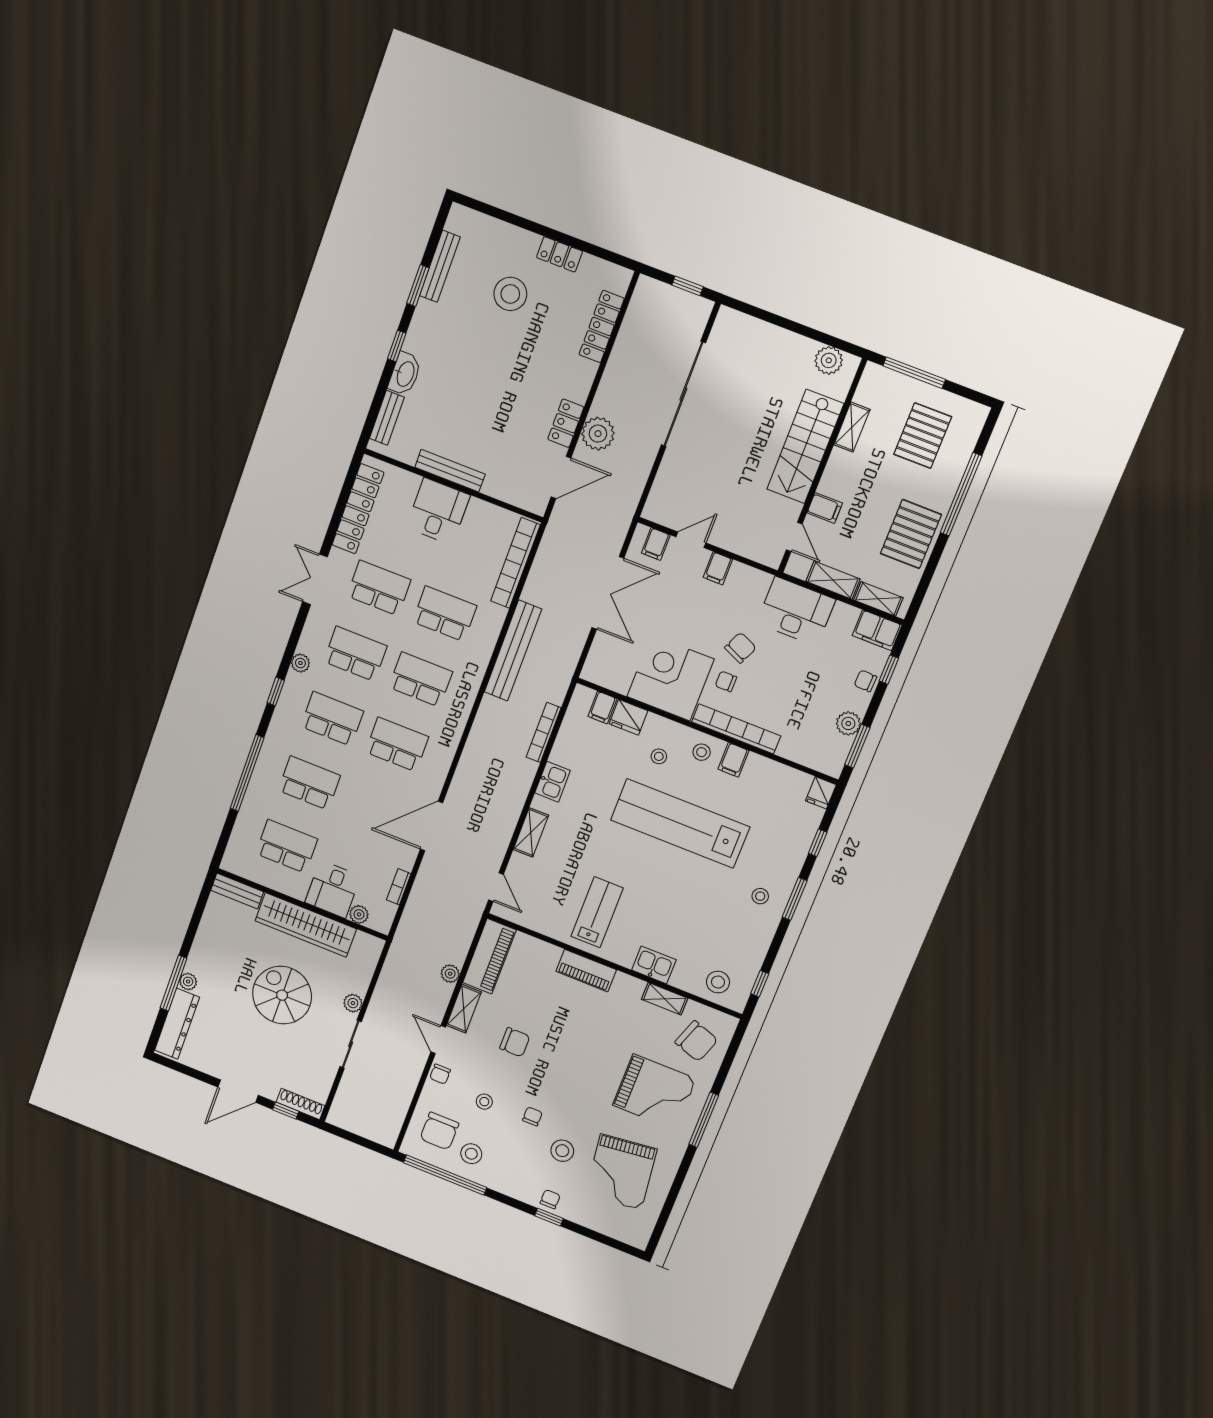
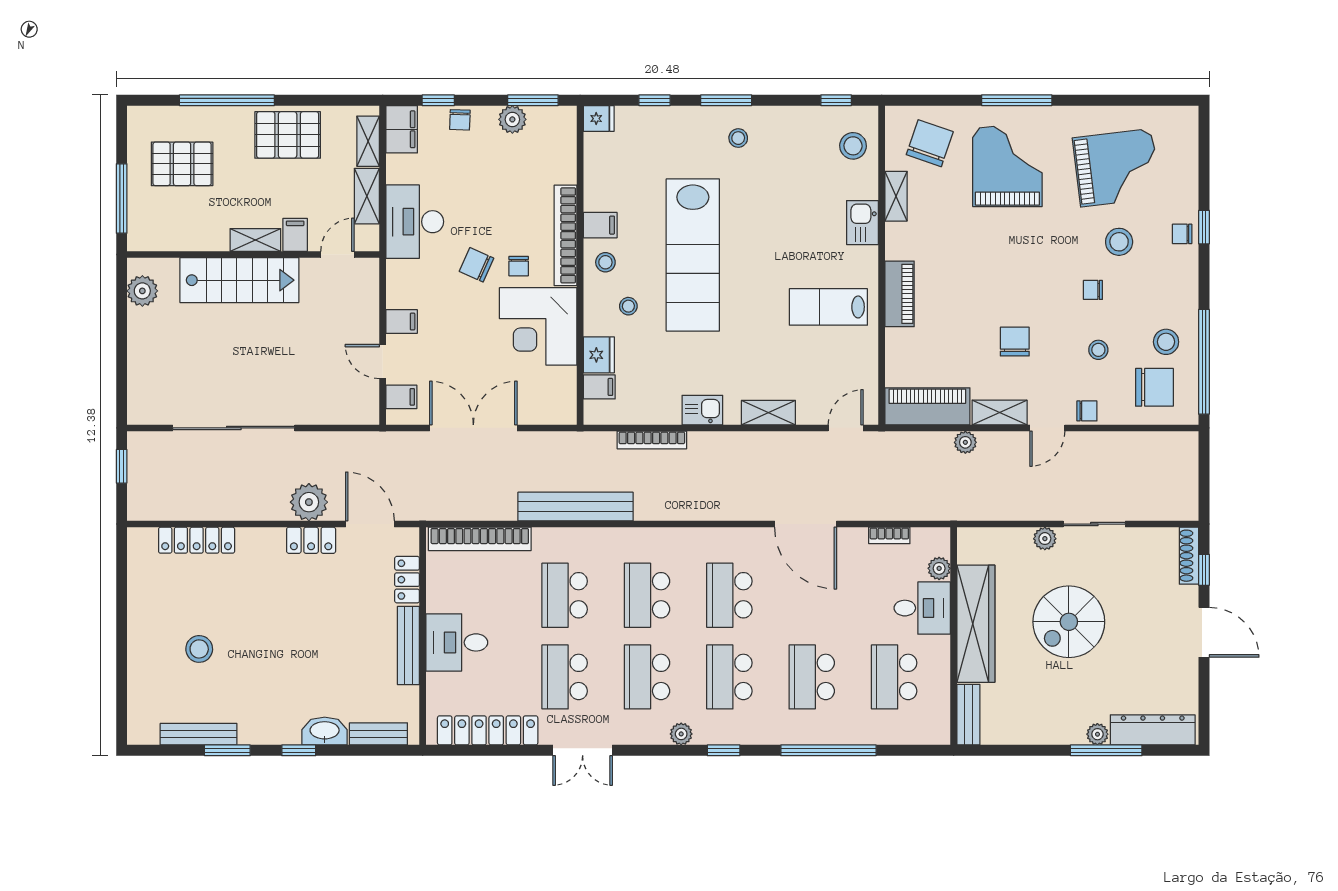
locker: (559, 254) -> (407, 580), moved, turned 180
stool: (510, 294) -> (199, 649), width x0.73, depth x0.73
shelving: (852, 427) -> (255, 240), moved

